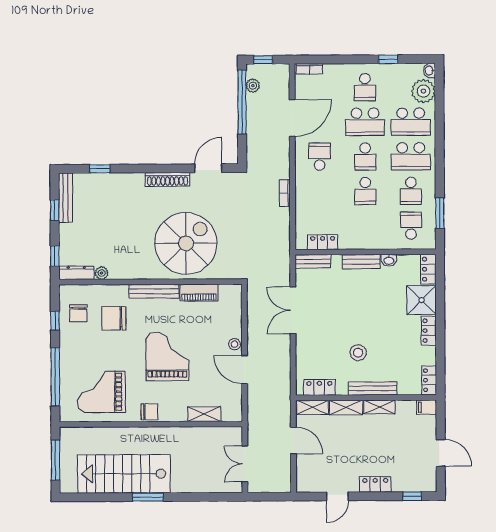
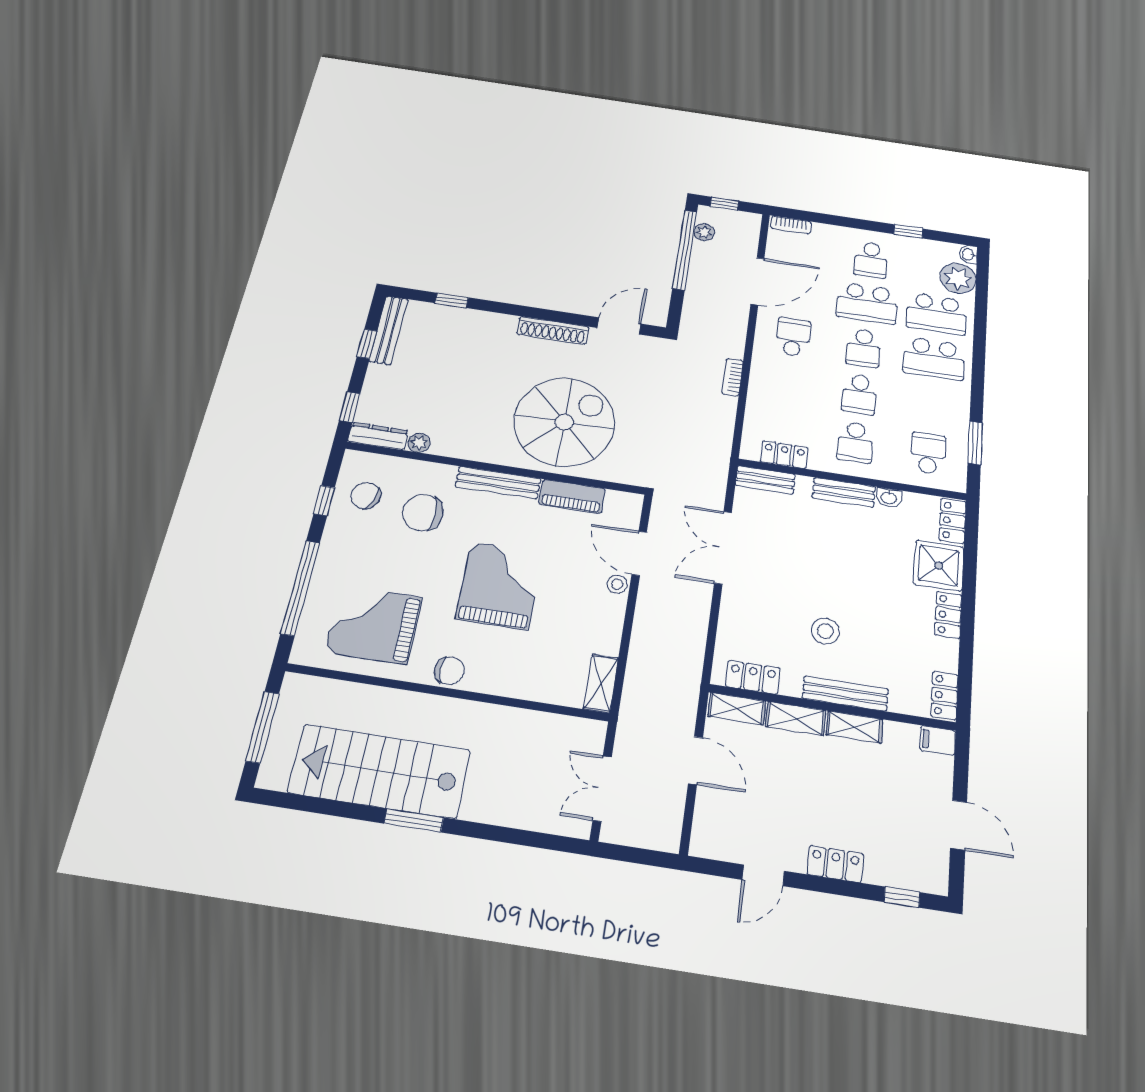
school desk: (411, 191) -> (855, 442), moved
chair: (78, 313) -> (366, 496), turned 111
door: (245, 370) -> (639, 553), moved
shelving: (204, 414) -> (601, 683), moved, turned 90

